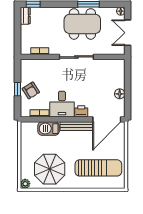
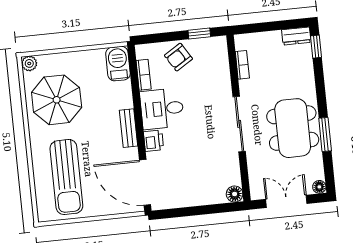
window: (18, 89) -> (199, 34), moved
floor lamp: (120, 94) -> (235, 194), moved
bench: (76, 126) -> (129, 128), width x0.73
barbecue: (49, 129) -> (118, 64), moved

